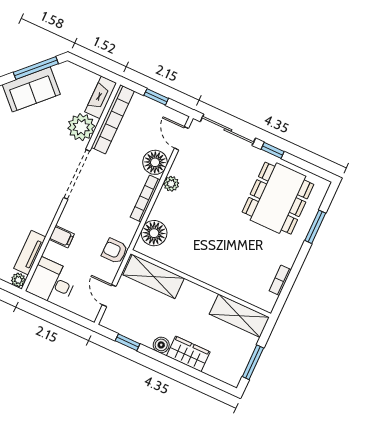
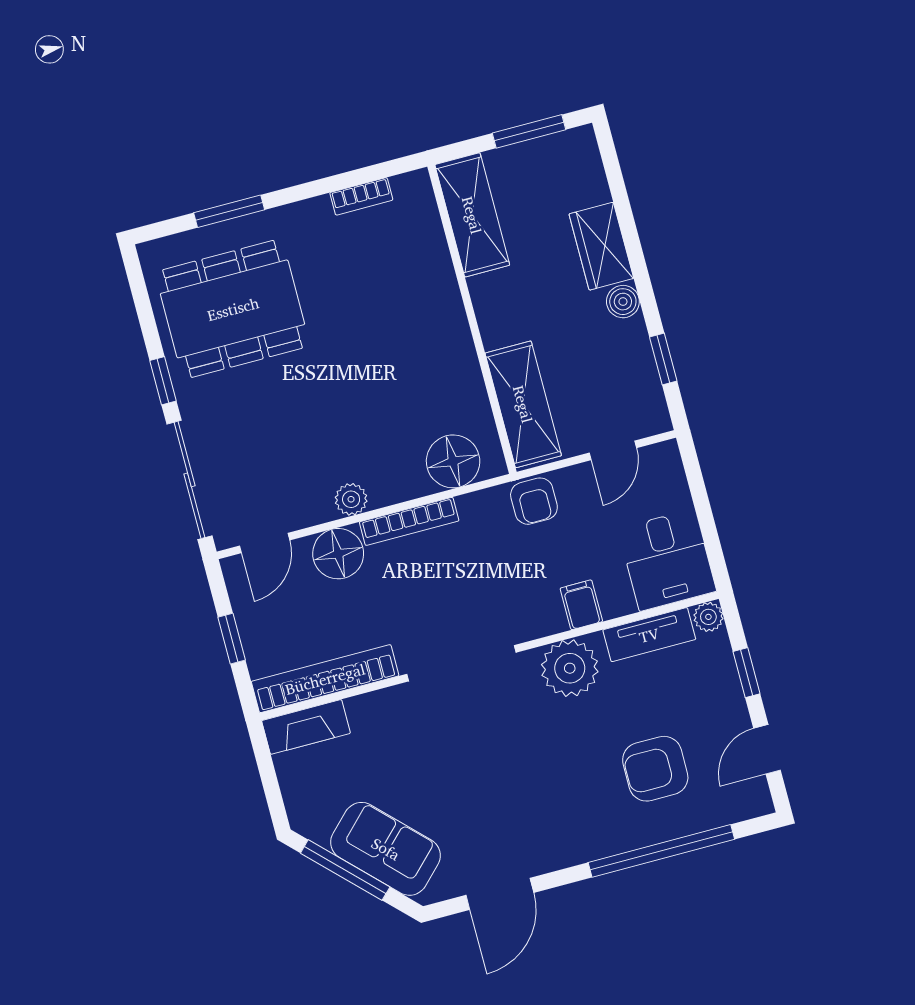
plant: (81, 127) -> (570, 668), moved

